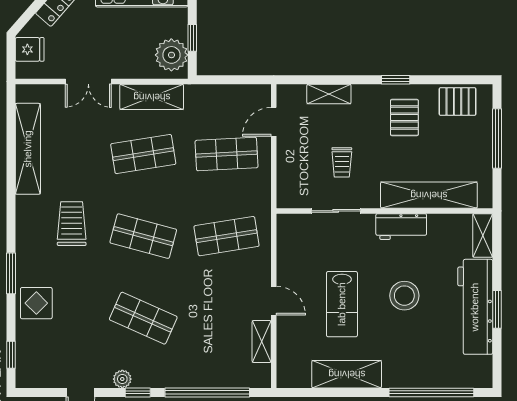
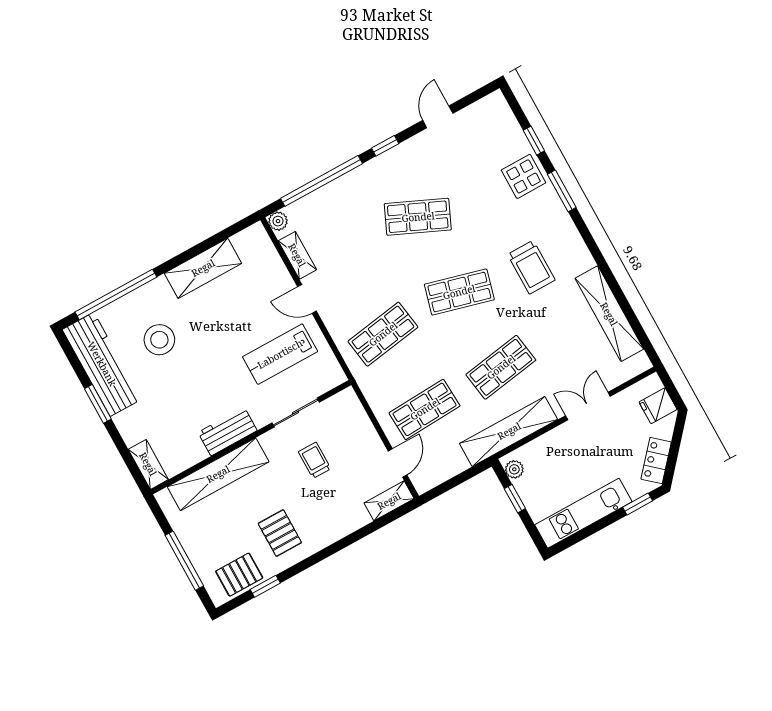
plant: (171, 55) -> (514, 469), width x0.53, depth x0.53
window: (396, 80) -> (265, 586), moved
shelving: (329, 94) -> (389, 501), moved
shelving: (152, 97) -> (509, 431), width x1.47
stool: (404, 296) -> (159, 340), moved
lab bench: (342, 304) -> (280, 354), moved, turned -90
workbench: (475, 307) -> (102, 364), moved
window: (11, 355) -> (534, 141), moved
plant: (122, 379) -> (278, 221), moved

